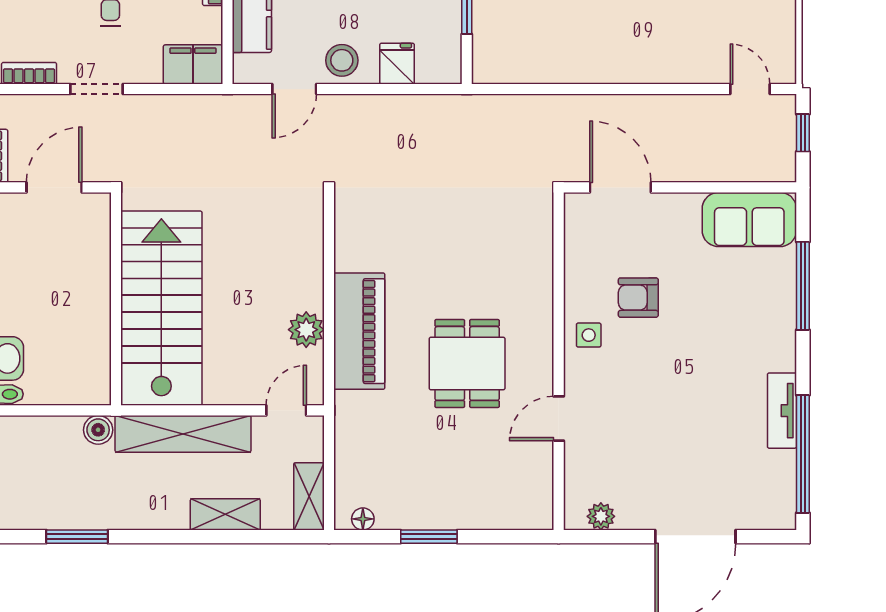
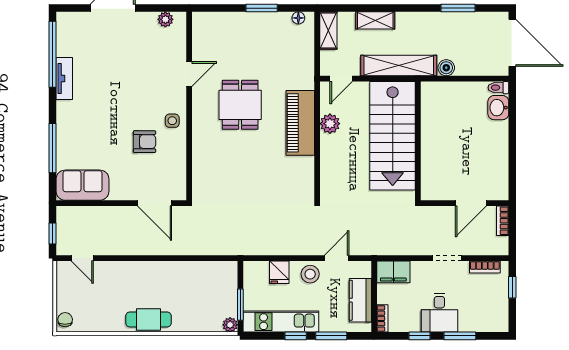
wall: (116, 299) -> (418, 141), moved
stairs: (161, 308) -> (393, 136), moved

